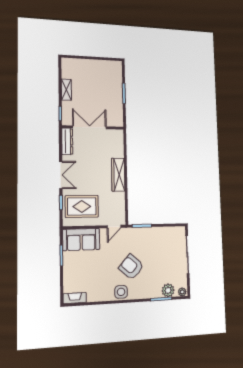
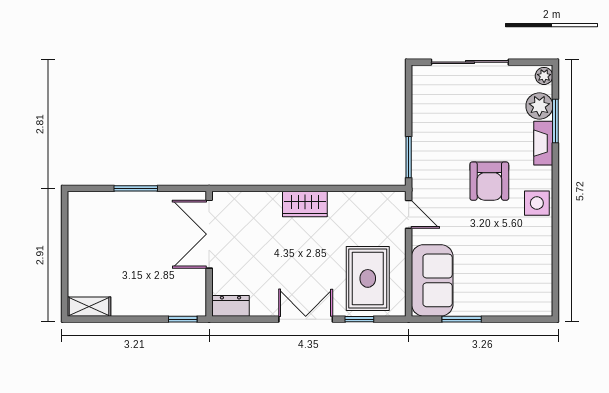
shelving: (66, 90) -> (89, 307), moved
double door: (90, 127) -> (209, 234), moved
dresser: (67, 141) -> (231, 306), width x0.70
wardrobe: (118, 175) -> (305, 204), width x0.67
armchair: (131, 267) -> (489, 181), turned -41
fireplace: (75, 298) -> (543, 143), moved

